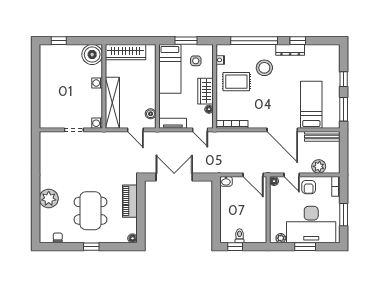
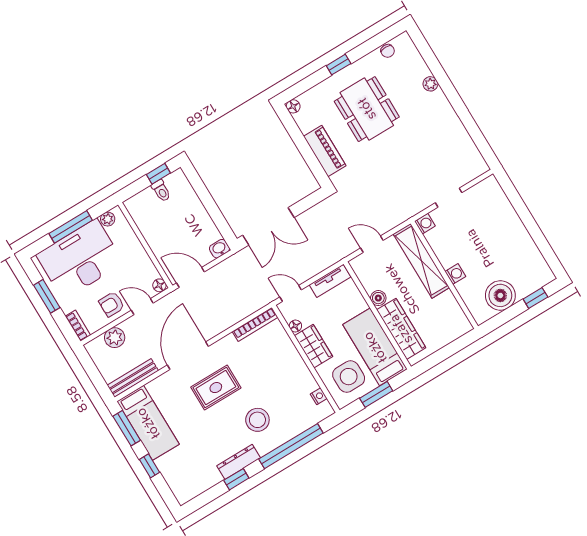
wardrobe: (126, 52) -> (401, 329), moved, turned 90
boiler: (92, 55) -> (500, 295), moved
side table: (196, 61) -> (349, 377), width x1.87, depth x1.87
rug: (236, 82) -> (216, 388), moved
bed: (311, 105) -> (148, 423), moved
boiler: (151, 114) -> (378, 298), moved
door: (282, 130) -> (188, 356), hinge flipped
double door: (174, 177) -> (268, 226), moved
armchair: (309, 187) -> (112, 304), turned -90
plant: (49, 199) -> (430, 84), width x0.53, depth x0.53
window: (305, 247) -> (71, 227), width x1.44

